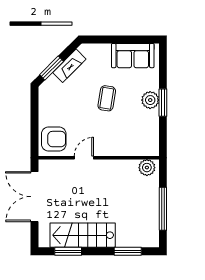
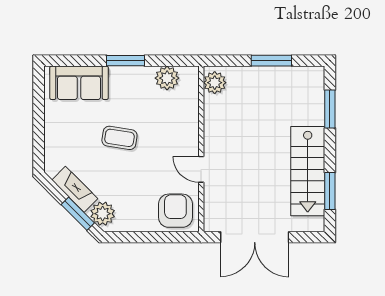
sofa: (133, 56) -> (79, 83), moved, turned 90
plant: (52, 86) -> (103, 214), added
plant: (150, 100) -> (167, 78), moved
window: (163, 209) -> (271, 61), width x0.69

